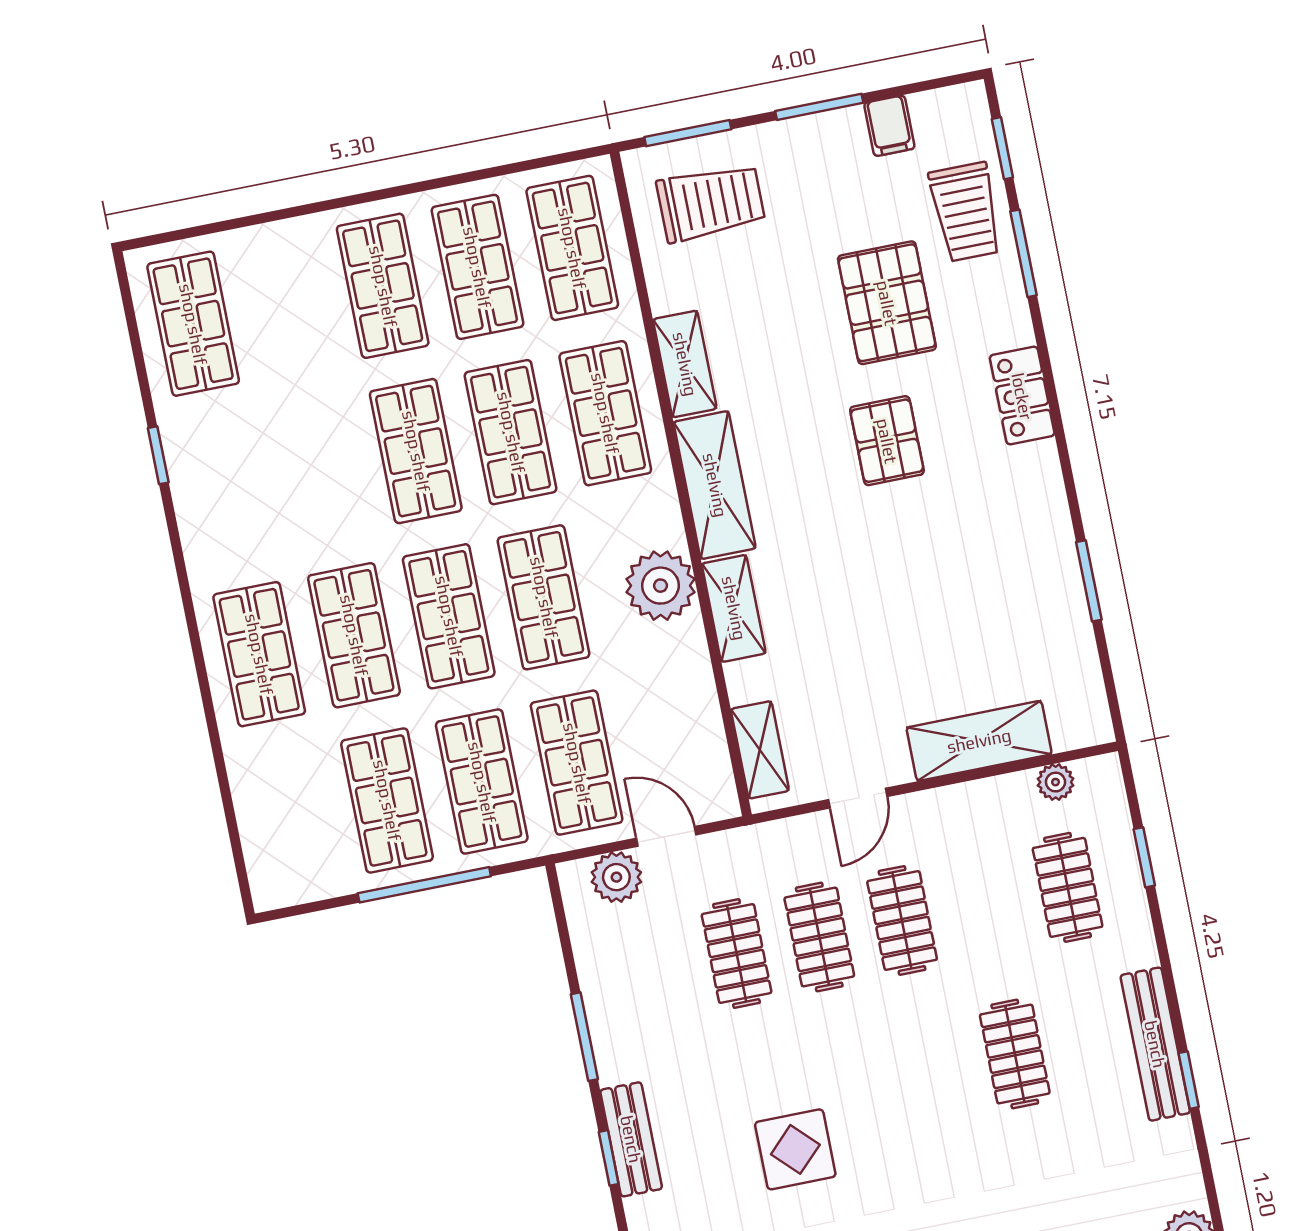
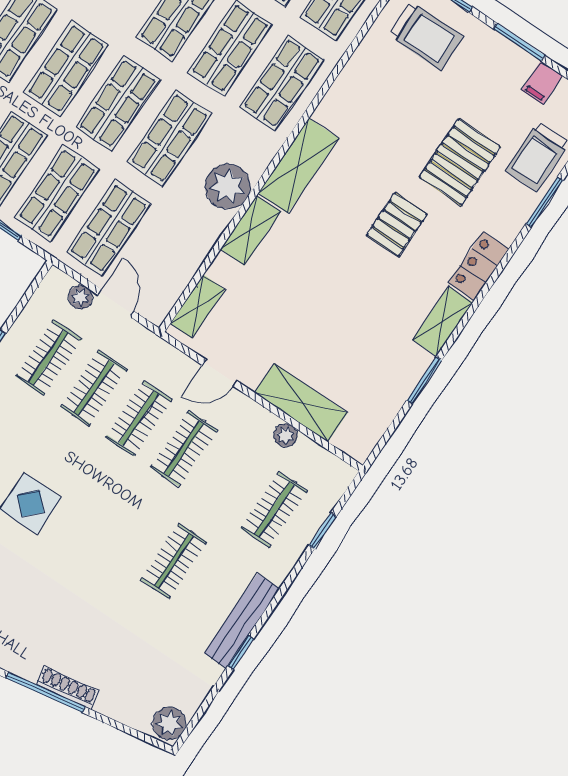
shelving: (685, 364) -> (443, 321), moved
plant: (1056, 782) -> (286, 435), moved
plant: (616, 877) -> (80, 297), width x0.73, depth x0.73
clothes rail: (654, 970) -> (49, 358), added

